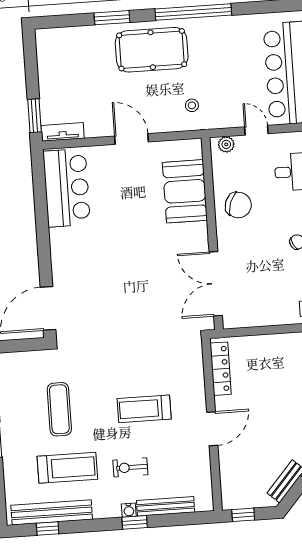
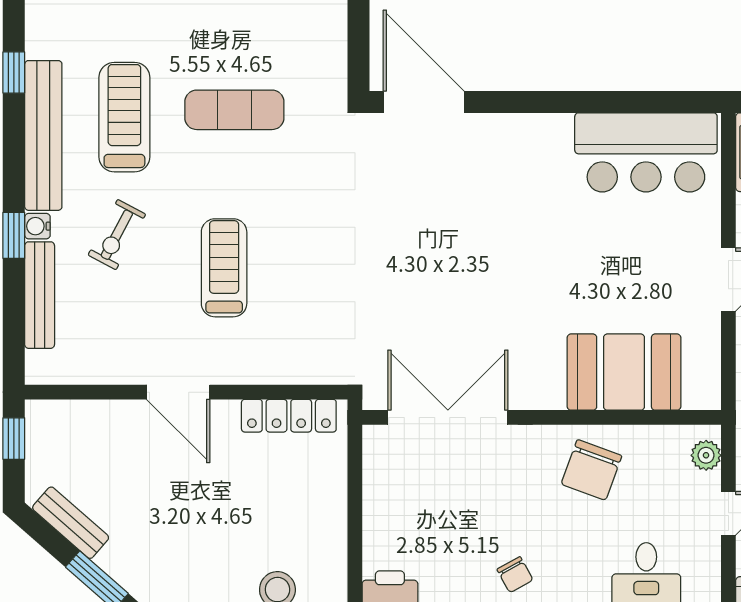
exercise bike: (130, 467) -> (117, 235), turned -152
treadmill: (67, 468) -> (124, 117), turned 180
bench: (52, 512) -> (43, 135), moved

